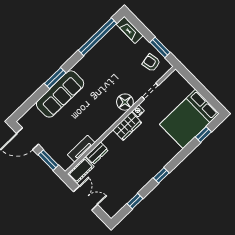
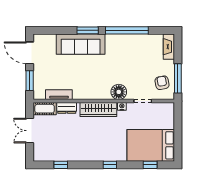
window: (98, 37) -> (127, 30), moved
window: (160, 47) -> (178, 78), width x1.44
wardrobe: (127, 126) -> (98, 110), width x1.50
window: (161, 175) -> (110, 165), moved
double door: (86, 198) -> (30, 131), swing flipped

